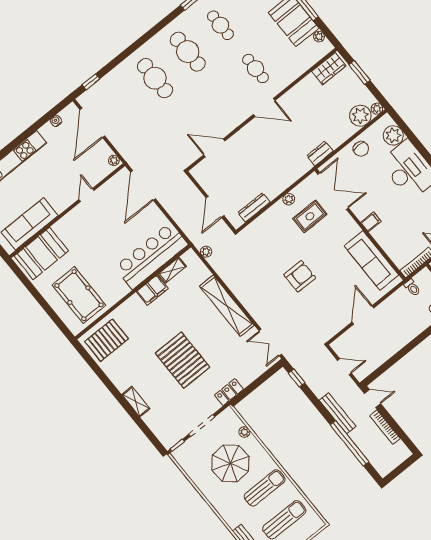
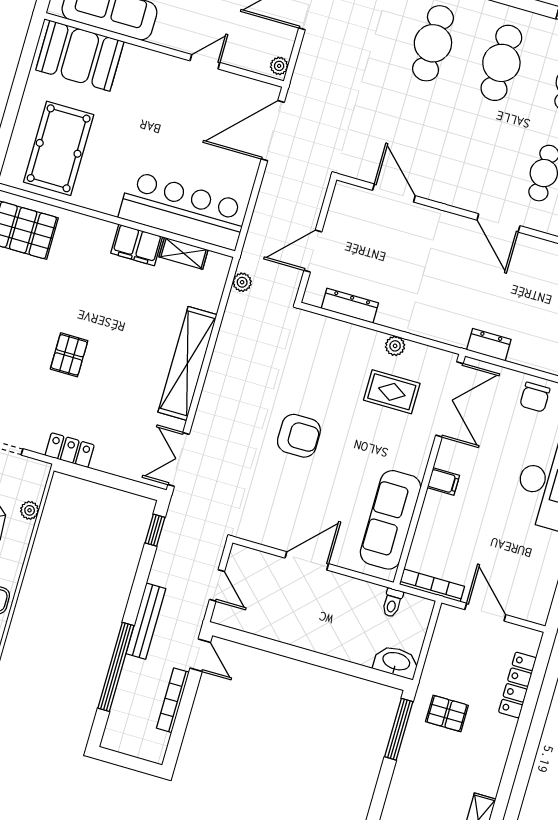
pallet: (182, 360) -> (69, 355), width x0.49, depth x0.50

